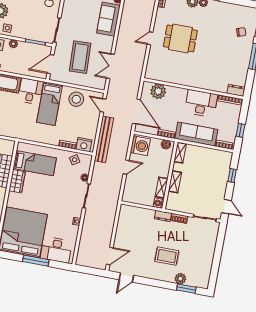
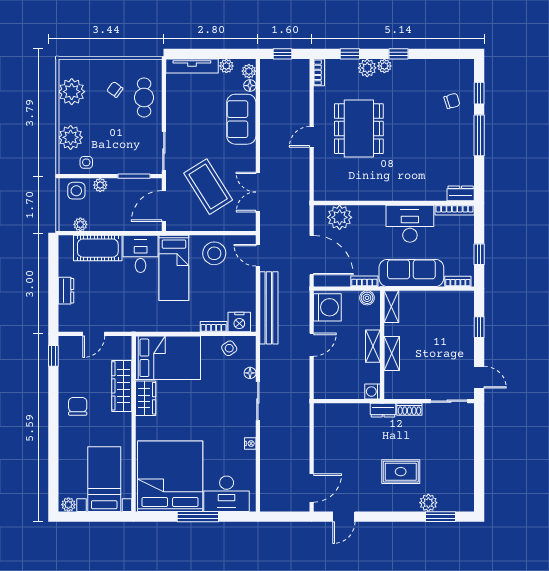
dining table: (180, 38) -> (359, 129), width x1.38
coffee table: (80, 57) -> (208, 187), turned -30
bed: (35, 163) -> (168, 358), width x1.50
shelving: (162, 188) -> (373, 346), moved

